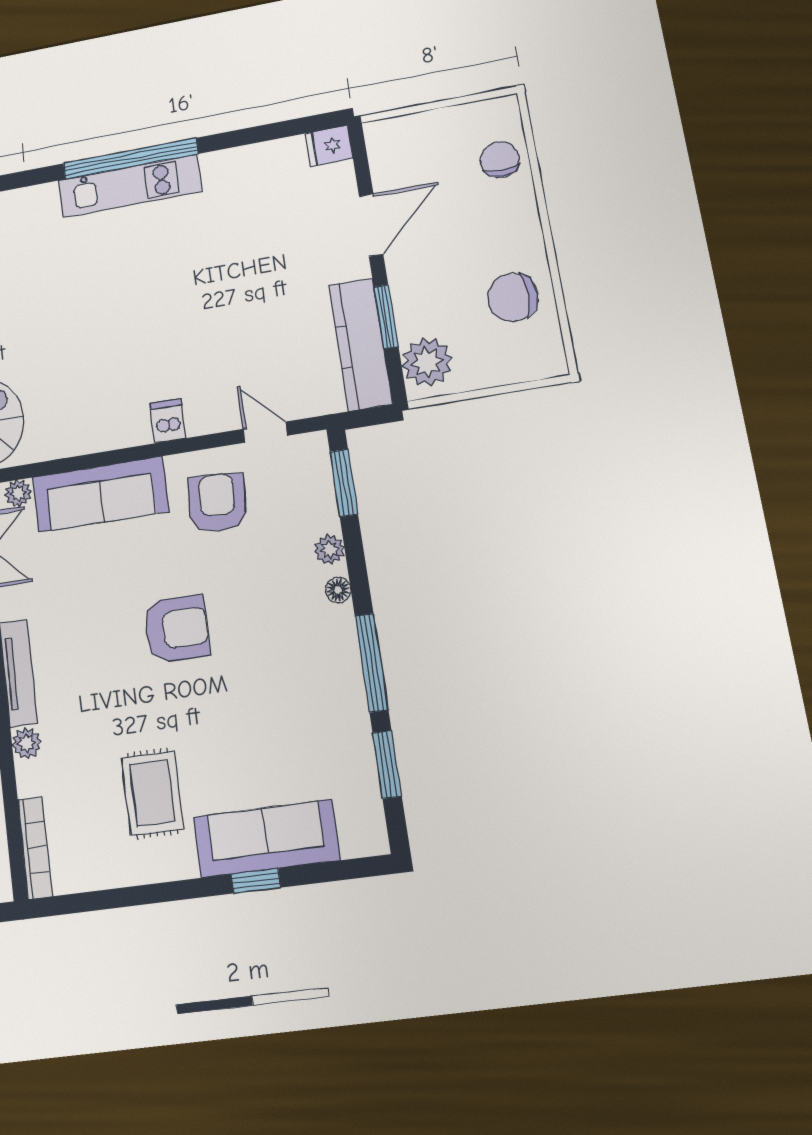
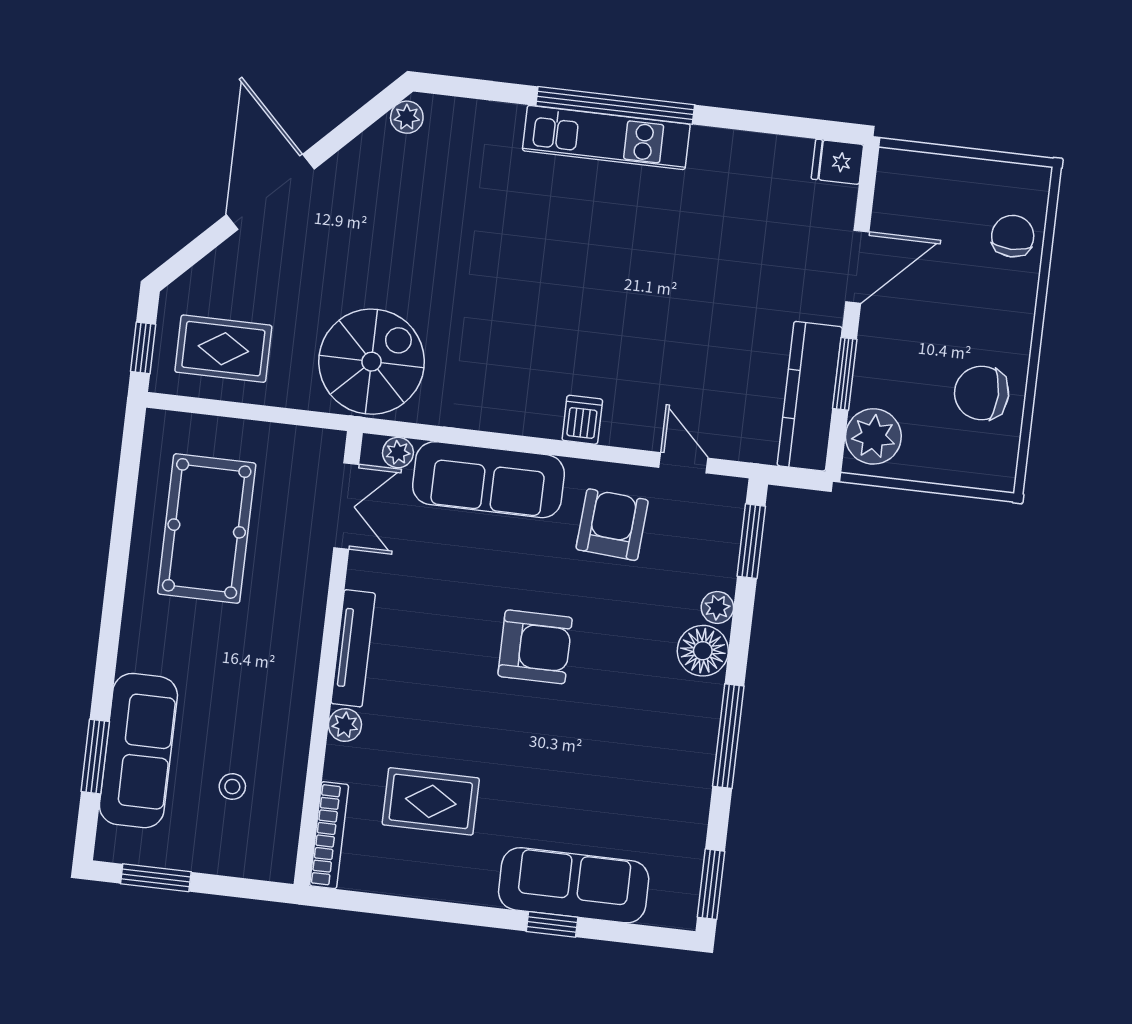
floor lamp: (338, 590) -> (703, 651), width x1.89, depth x1.89
window: (387, 764) -> (711, 884), moved
rug: (152, 793) -> (431, 801), moved, turned 90

